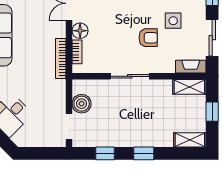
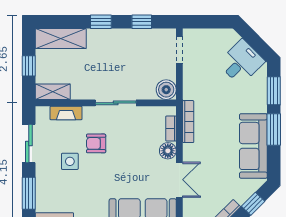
fireplace: (191, 67) -> (66, 113), moved
boiler: (82, 104) -> (166, 90), moved
shelving: (190, 140) -> (61, 39), width x1.50, depth x1.33

